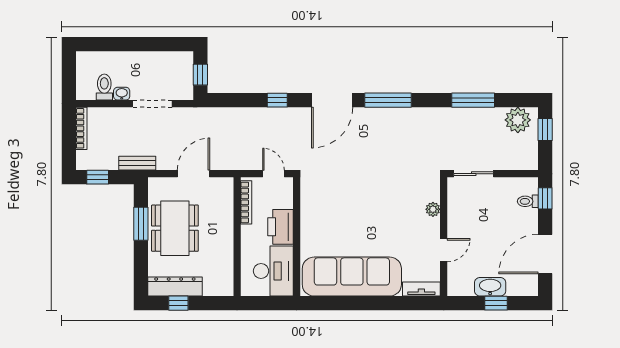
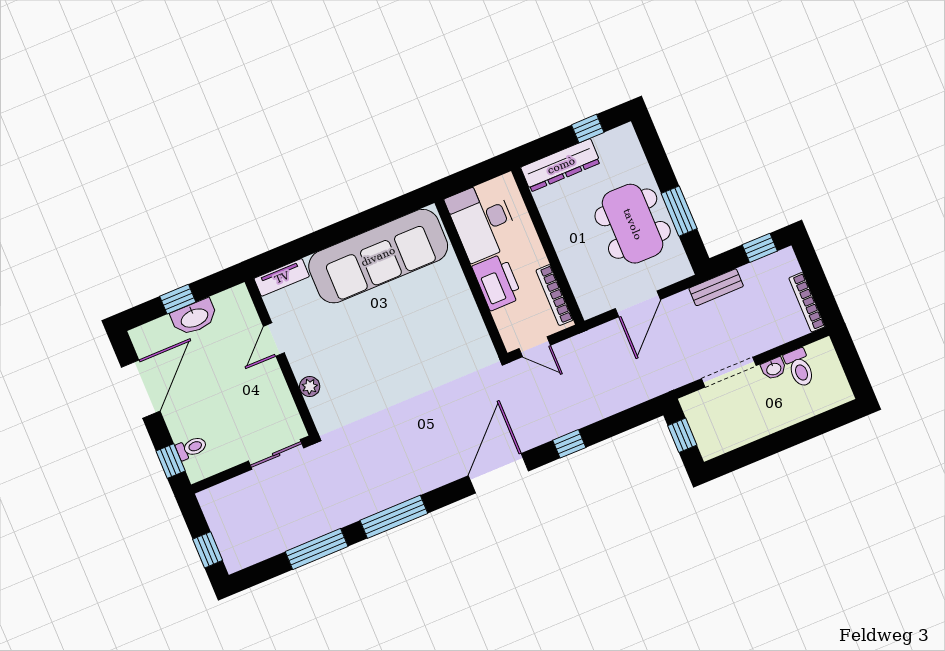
window: (388, 100) -> (394, 517), moved
plant: (518, 120) -> (248, 547), removed
dresser: (175, 287) -> (561, 165), moved

